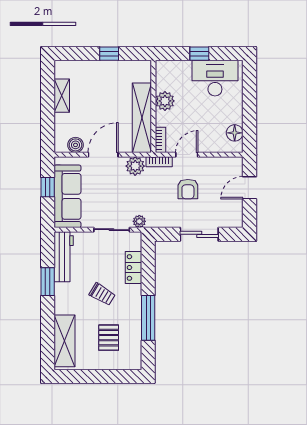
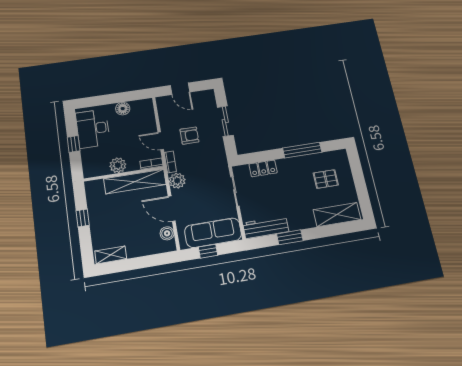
shelving: (62, 96) -> (111, 255), moved
floor lamp: (235, 133) -> (123, 109), moved
plant: (139, 221) -> (224, 170), removed
trolley: (102, 294) -> (291, 190), removed

